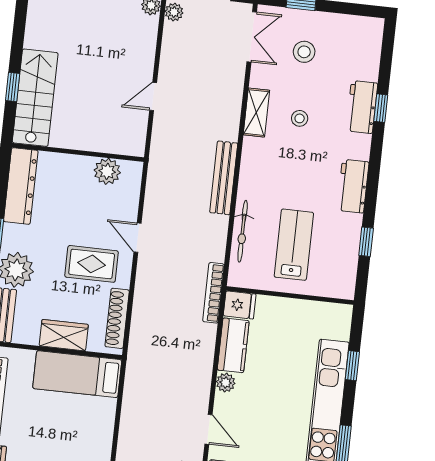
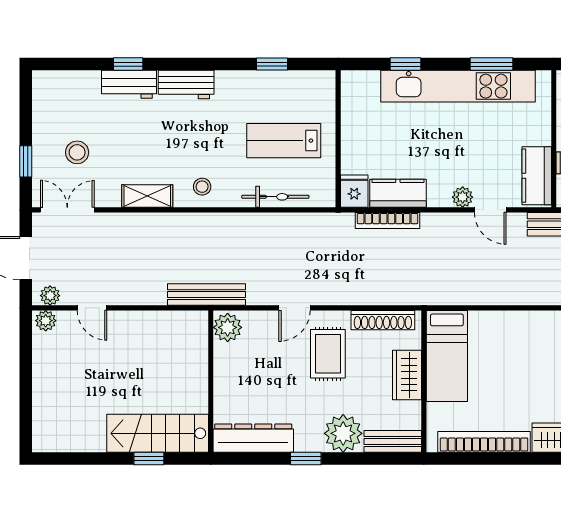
door: (153, 96) -> (92, 308), moved
stool: (300, 118) -> (202, 187), moved
plant: (107, 171) -> (228, 327), moved
bench: (224, 178) -> (207, 295), moved
workbench: (353, 186) -> (186, 85), moved
bookcase: (213, 293) -> (388, 220), moved
plant: (226, 383) -> (463, 197), moved
door: (208, 429) -> (490, 210), swing flipped

